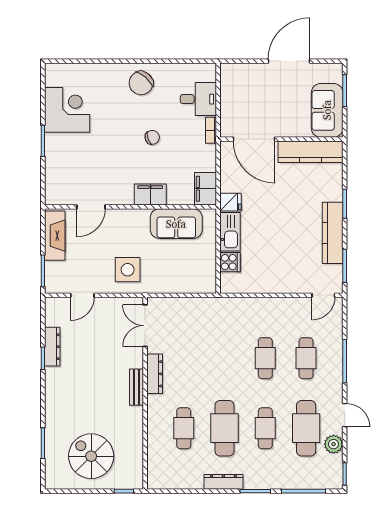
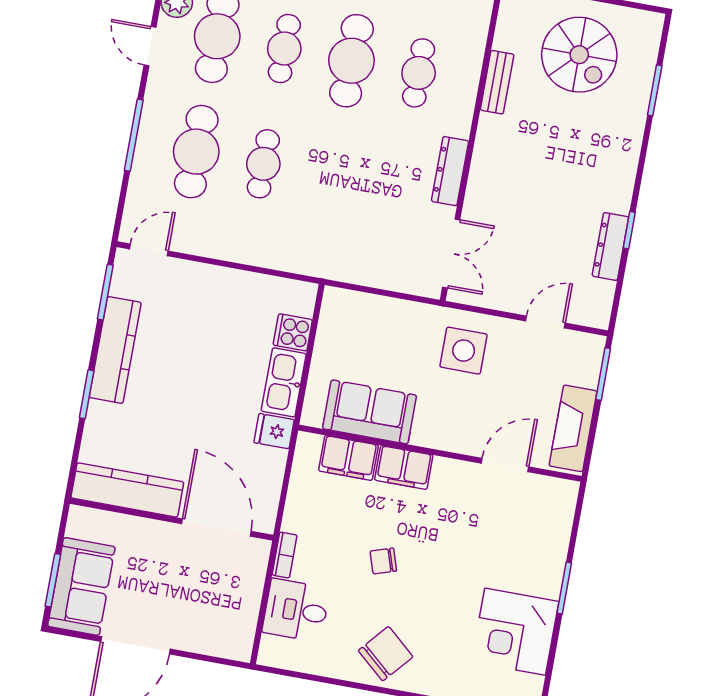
sofa: (327, 110) -> (81, 586), moved
filing cabinet: (205, 189) -> (348, 458), moved, turned 90
cafe table: (306, 358) -> (196, 152), width x1.37, depth x1.35
bench: (137, 387) -> (497, 82), moved

